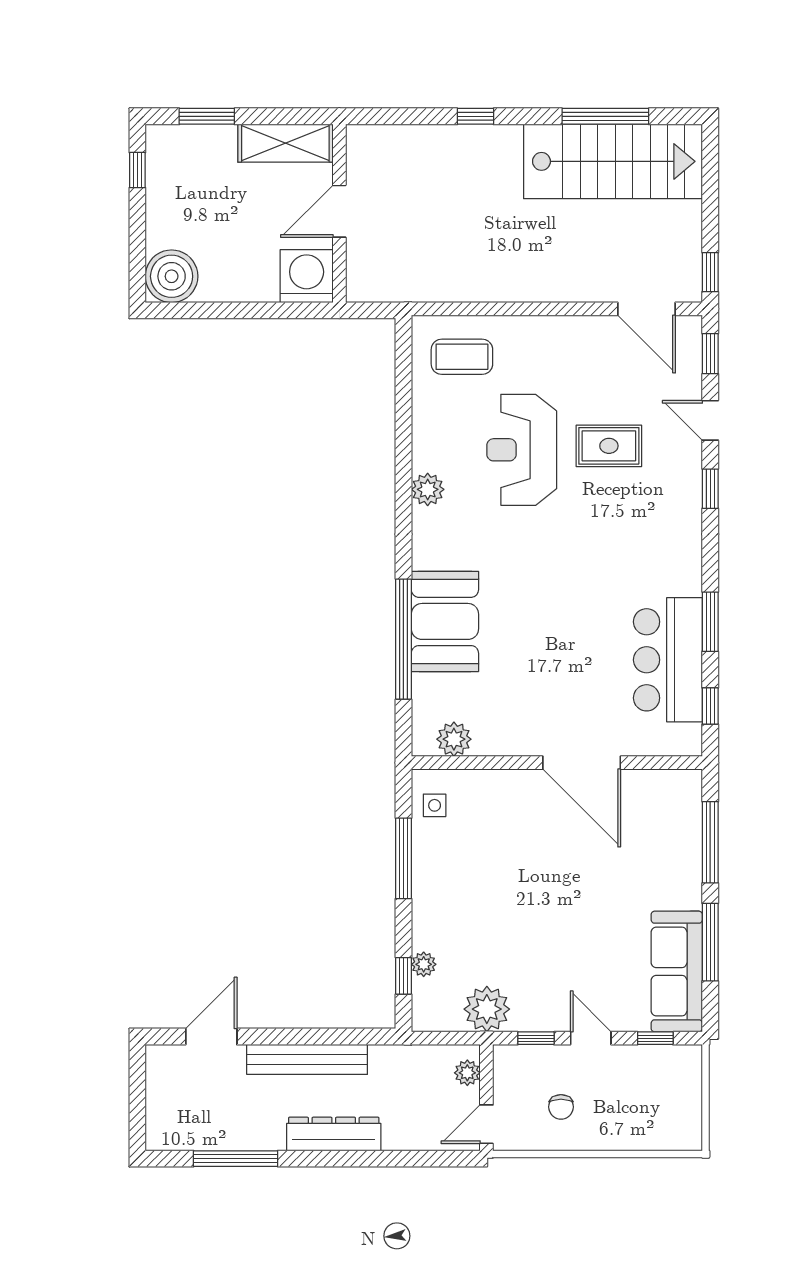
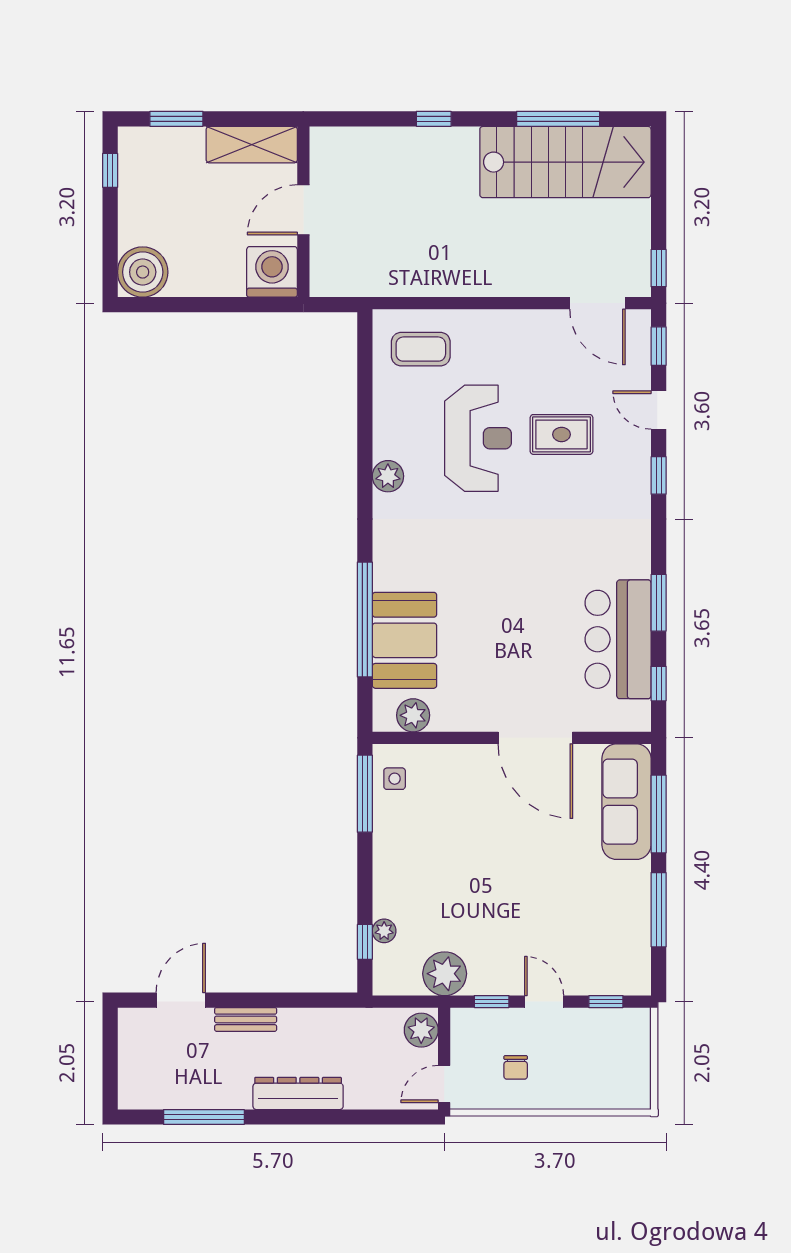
reception desk: (522, 450) -> (478, 438), turned 180
booth: (445, 621) -> (405, 640), moved
window: (403, 858) -> (365, 794), moved
sofa: (677, 972) -> (626, 802), moved
bench: (307, 1059) -> (246, 1019), width x0.54, depth x0.82
plant: (467, 1073) -> (421, 1030), width x1.38, depth x1.38

